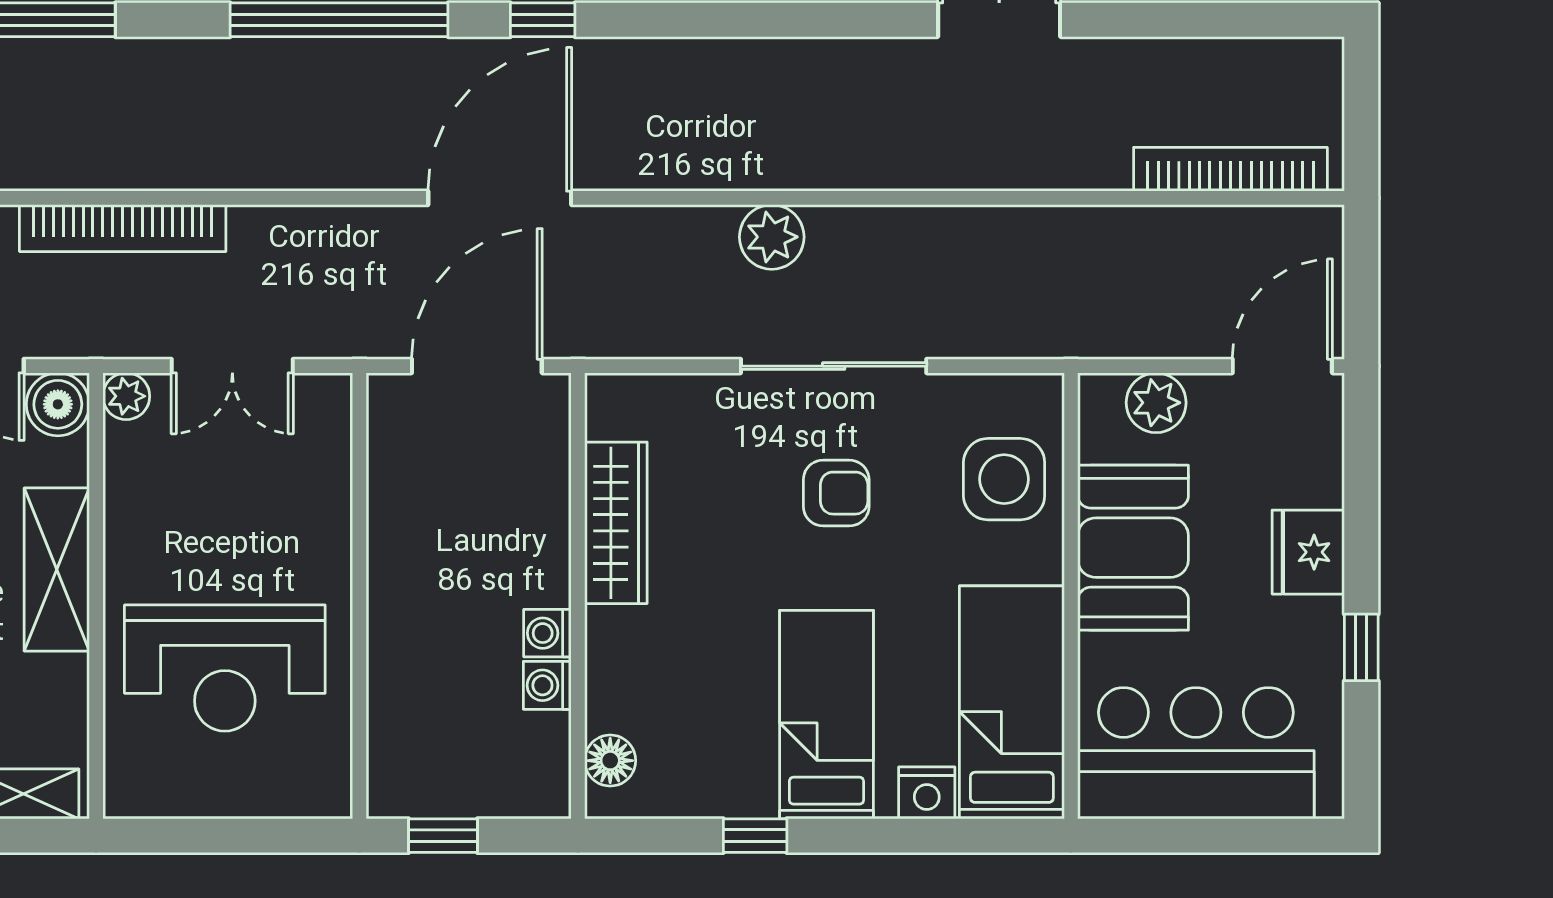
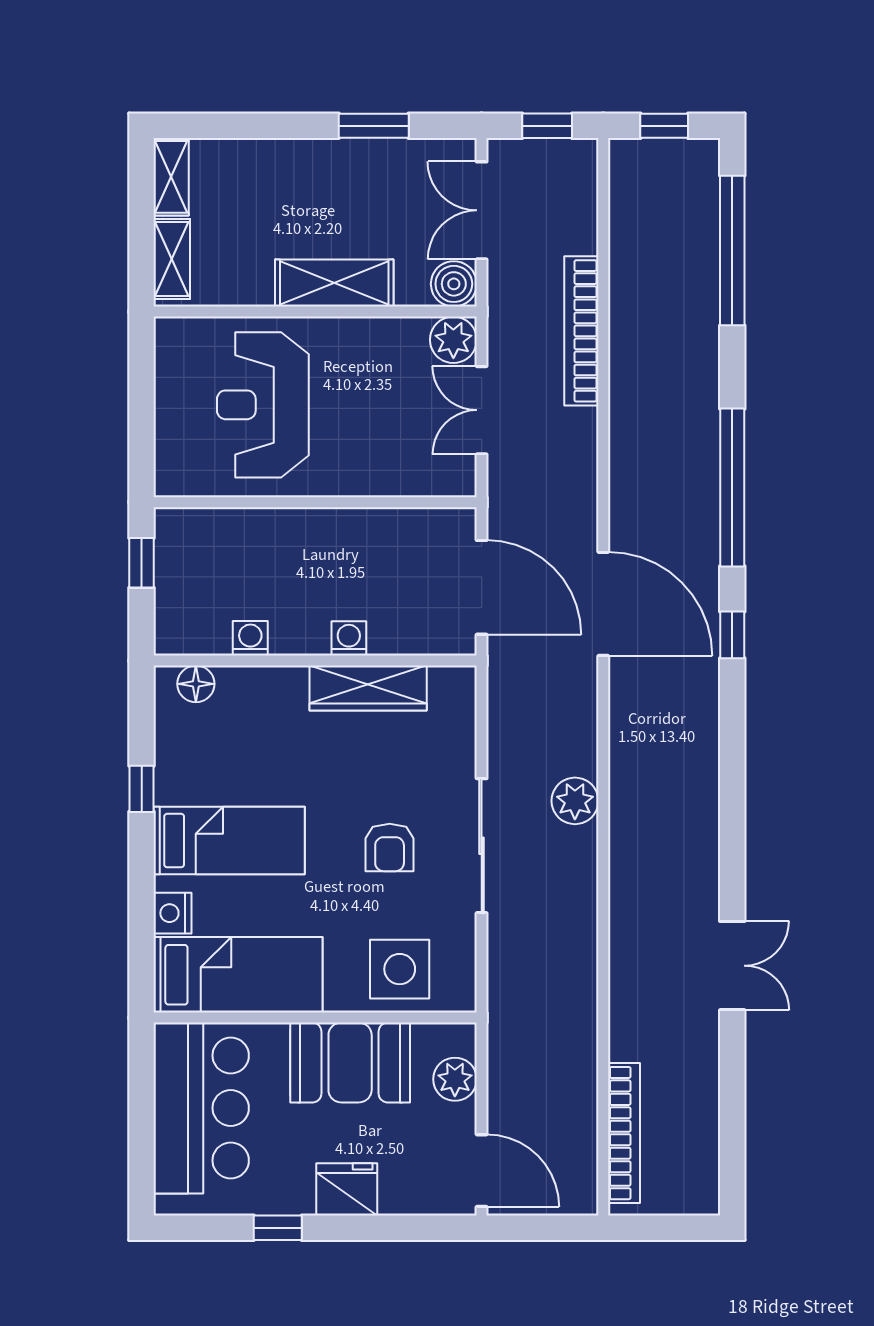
plant: (126, 396) -> (453, 340), width x1.38, depth x1.38
washing machine: (547, 633) -> (349, 638), moved

